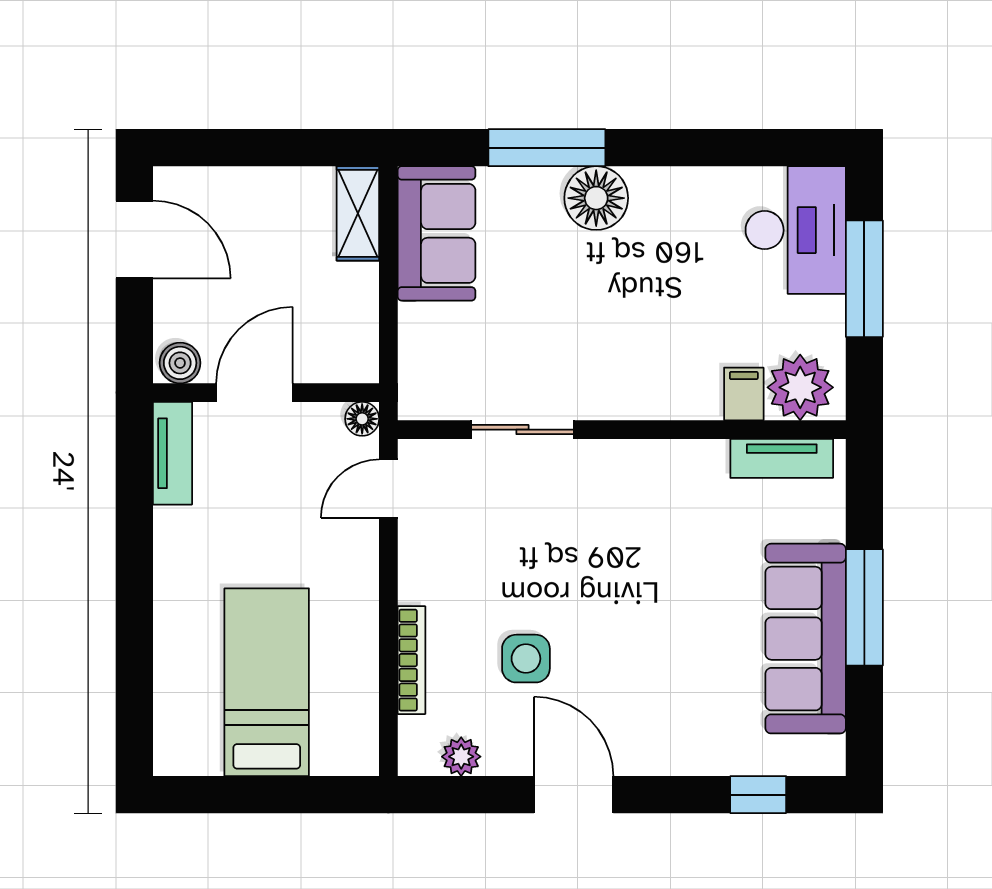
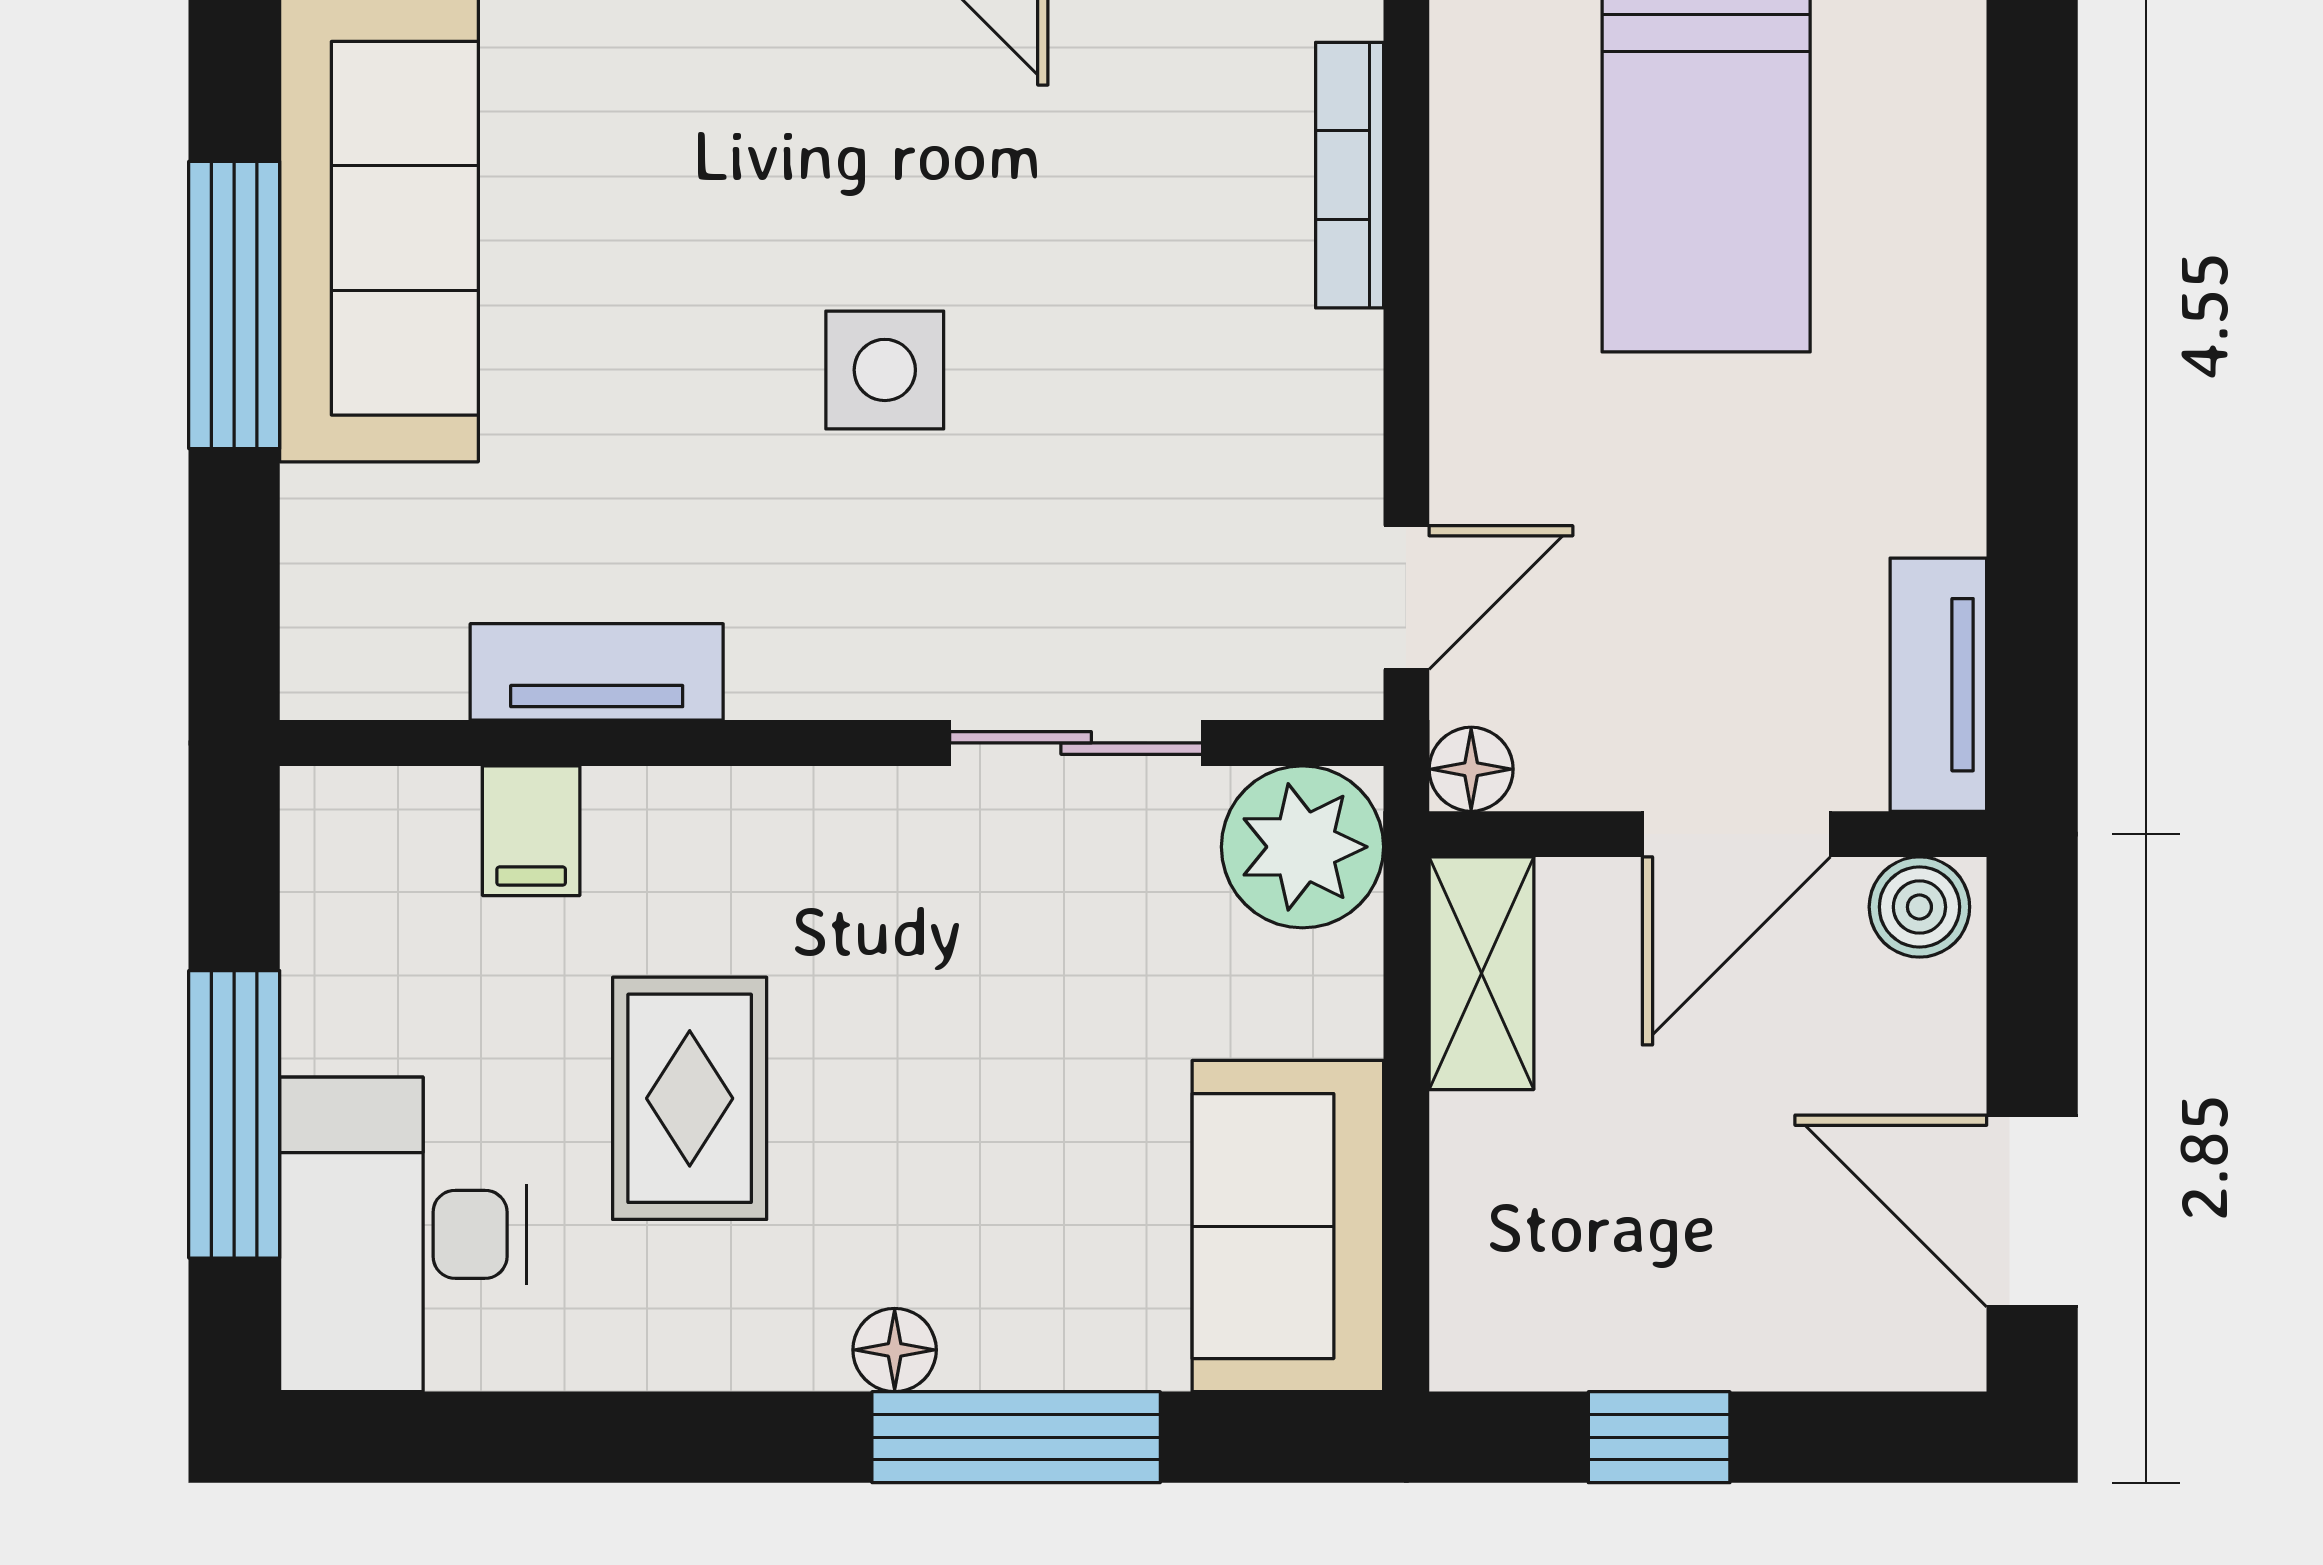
window: (286, 148) -> (1659, 1437), added
floor lamp: (596, 198) -> (895, 1350), width x0.53, depth x0.53
shelving: (358, 213) -> (1481, 973), moved
rug: (679, 285) -> (690, 1098), added
plant: (800, 387) -> (1302, 847), moved
tv unit: (782, 458) -> (597, 672), moved
side table: (526, 659) -> (885, 370), moved

